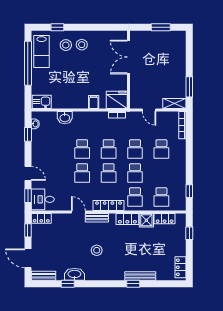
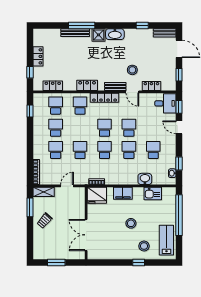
window: (57, 27) -> (139, 262), moved
stool: (82, 45) -> (131, 223), moved
double door: (129, 57) -> (86, 235), swing flipped
window: (28, 63) -> (179, 215), moved
trolley: (173, 73) -> (45, 221), added
kitchen sink: (42, 102) -> (153, 193), moved
filing cabinet: (94, 102) -> (123, 193), width x2.00
door: (149, 110) -> (67, 186), hinge flipped
school desk: (56, 149) -> (153, 150), added
school desk: (135, 173) -> (56, 128), moved
locker: (41, 218) -> (151, 86), moved
shower: (146, 220) -> (98, 35), moved
stool: (97, 250) -> (132, 70), moved
locker: (181, 267) -> (38, 56), moved
washbasin: (74, 274) -> (115, 34), moved
window: (133, 284) -> (82, 25), width x2.17

